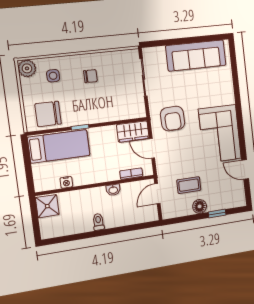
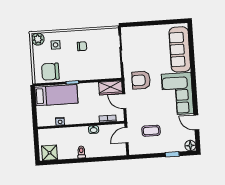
sofa: (196, 55) -> (180, 49), moved, turned 90
armchair: (173, 119) -> (141, 80), turned 92
shower: (47, 206) -> (50, 153), moved
floor lamp: (200, 206) -> (190, 146), moved

